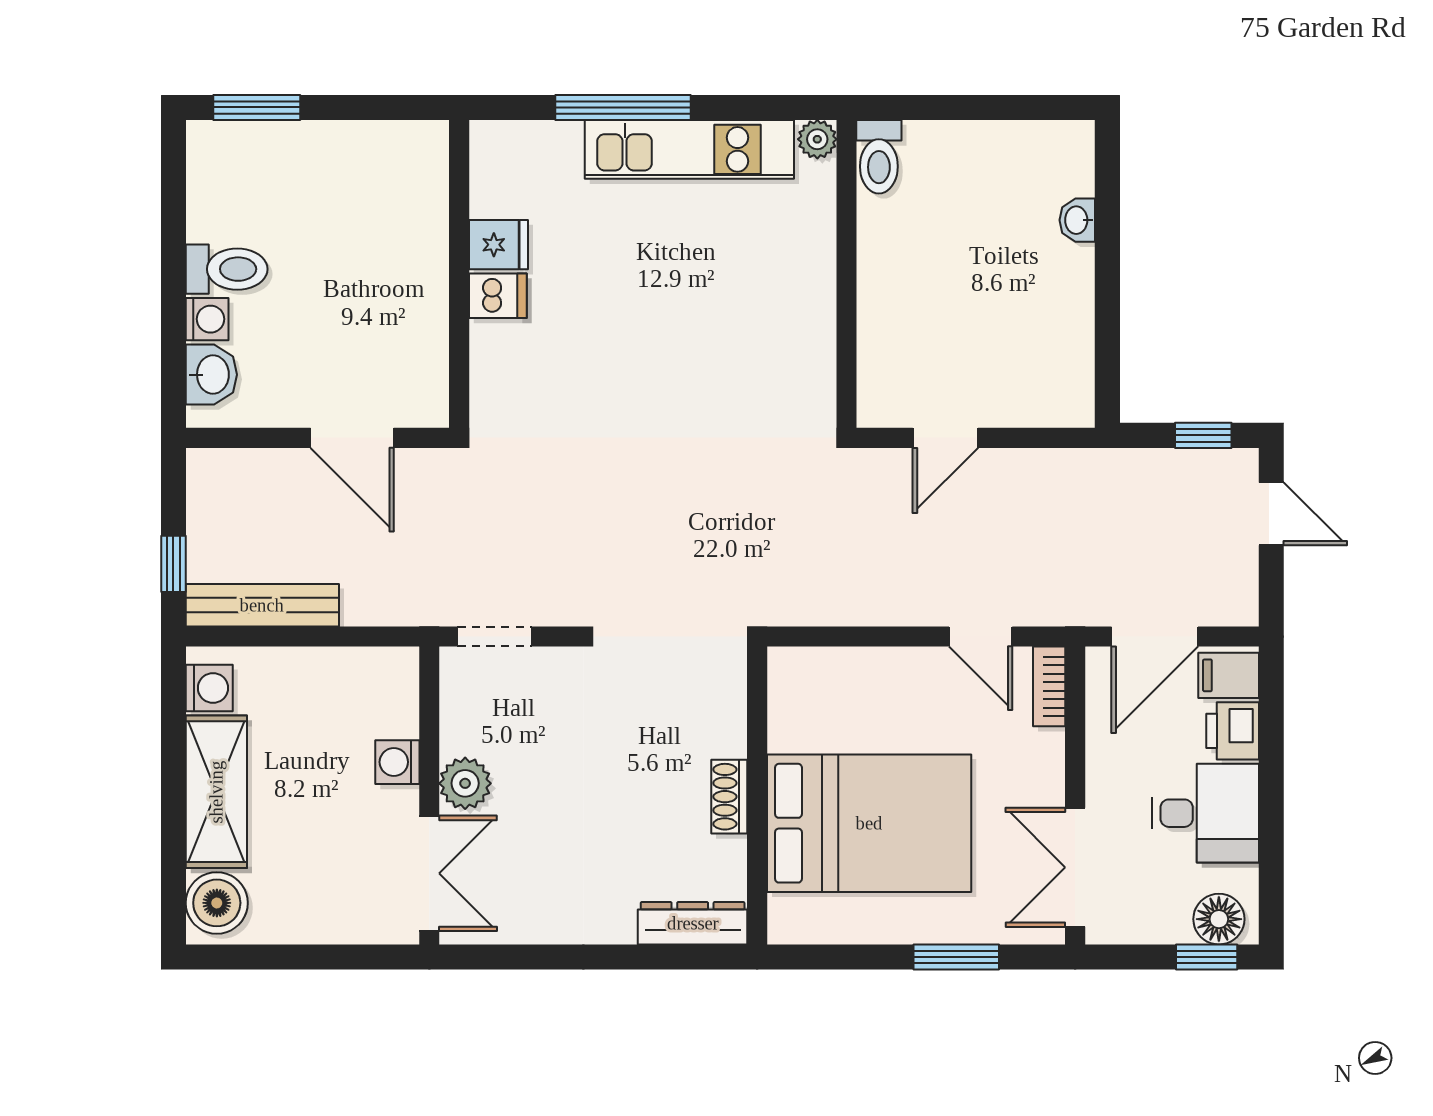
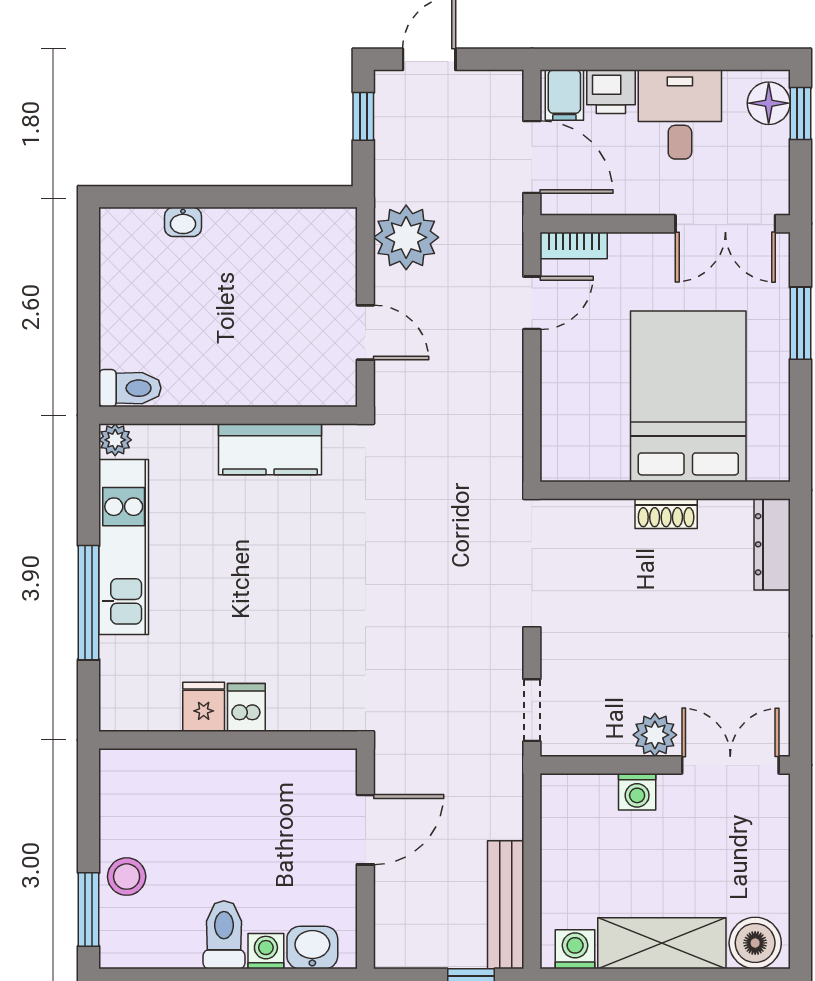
stool: (296, 153) -> (127, 877), added
kitchen counter: (806, 324) -> (270, 449), added
plant: (1059, 487) -> (406, 237), added

